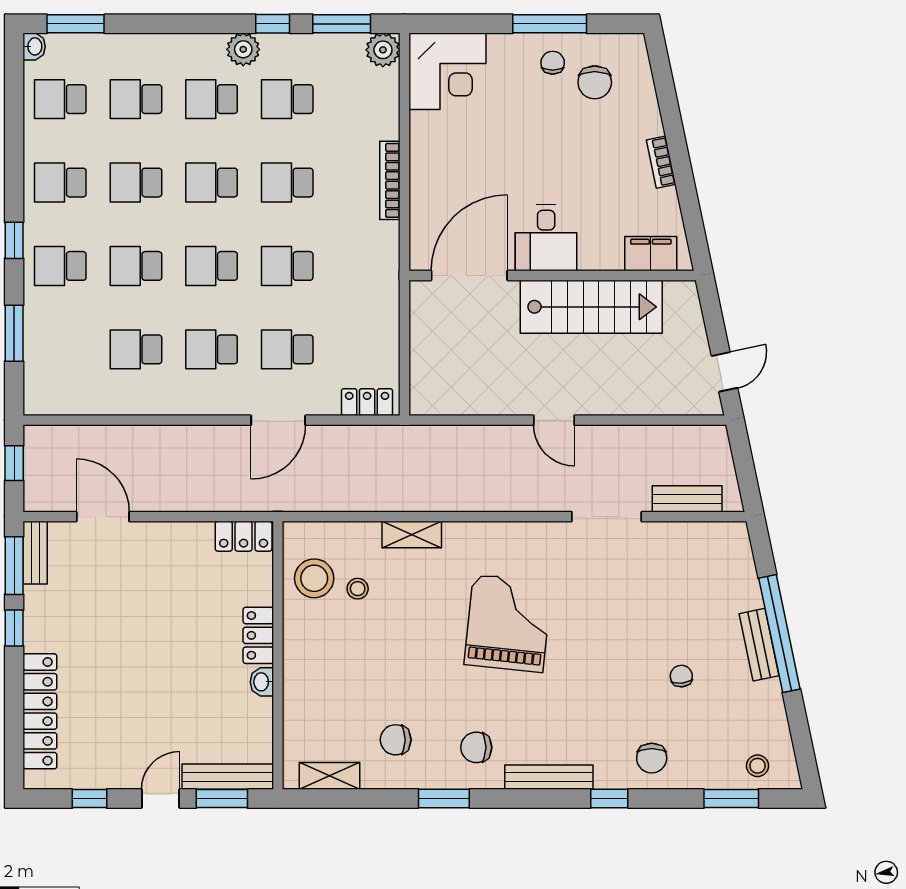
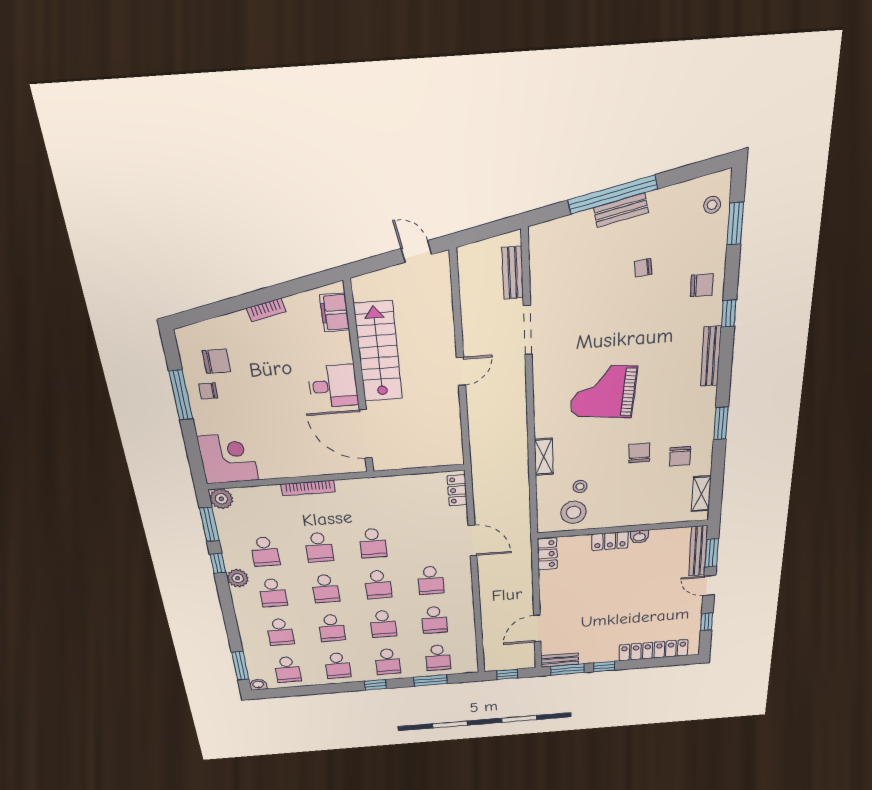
school desk: (287, 349) -> (438, 658), moved
chair: (476, 747) -> (639, 453), moved, turned 180

